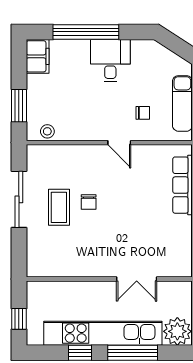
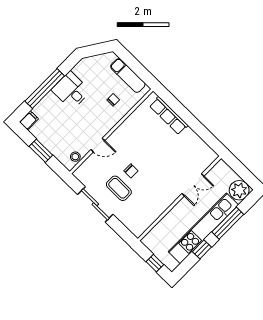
filing cabinet: (38, 56) -> (29, 120), width x0.50
window: (19, 106) -> (41, 151), moved
door: (119, 143) -> (98, 145), moved

